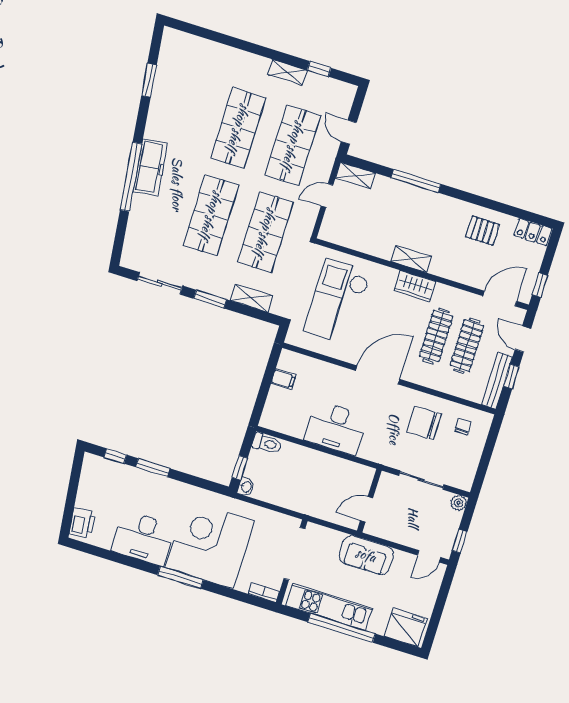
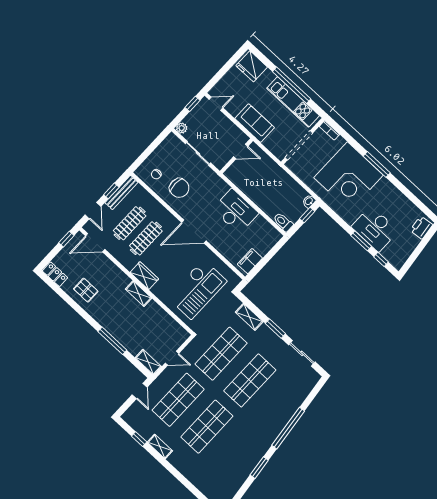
window: (149, 80) -> (259, 468), moved
freezer: (150, 167) -> (273, 428), removed
filing cabinet: (283, 379) -> (250, 261), width x2.00
desk: (143, 538) -> (375, 229), moved, turned 180

